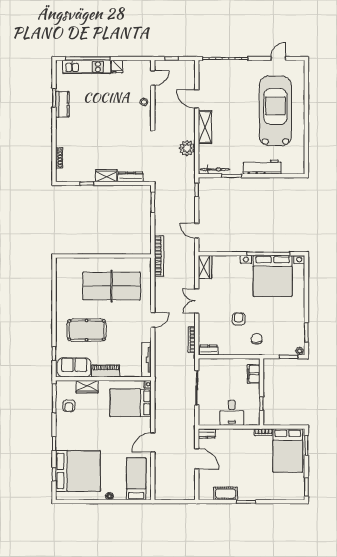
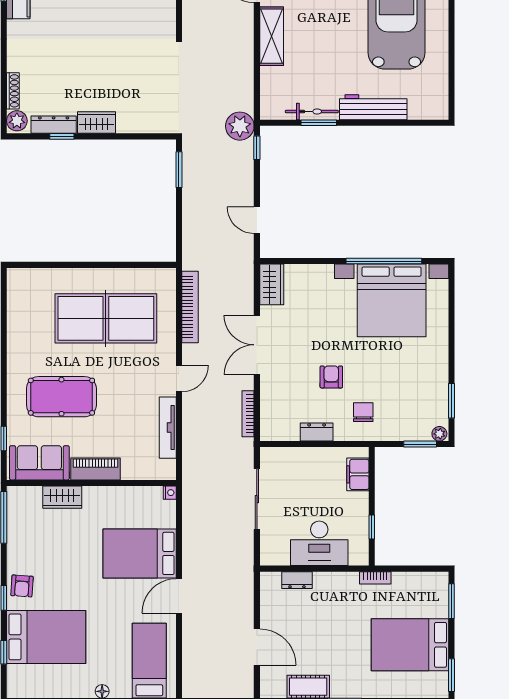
plant: (187, 148) -> (240, 126), moved
bicycle: (215, 169) -> (312, 112), moved
plant: (61, 175) -> (17, 121), added
dresser: (131, 177) -> (54, 125), moved
bookcase: (159, 256) -> (190, 307), moved
double door: (197, 301) -> (257, 345), width x1.37
dresser: (209, 350) -> (317, 432), moved
tv unit: (146, 360) -> (168, 428), moved
bed: (131, 403) -> (140, 553), moved
armchair: (69, 406) -> (22, 586), moved
desk: (232, 413) -> (319, 543), width x1.37
dresser: (207, 433) -> (297, 580), moved
bed: (288, 450) -> (410, 645), moved, turned 90
door: (197, 459) -> (257, 647), moved
bed: (78, 471) -> (46, 637), width x0.73

